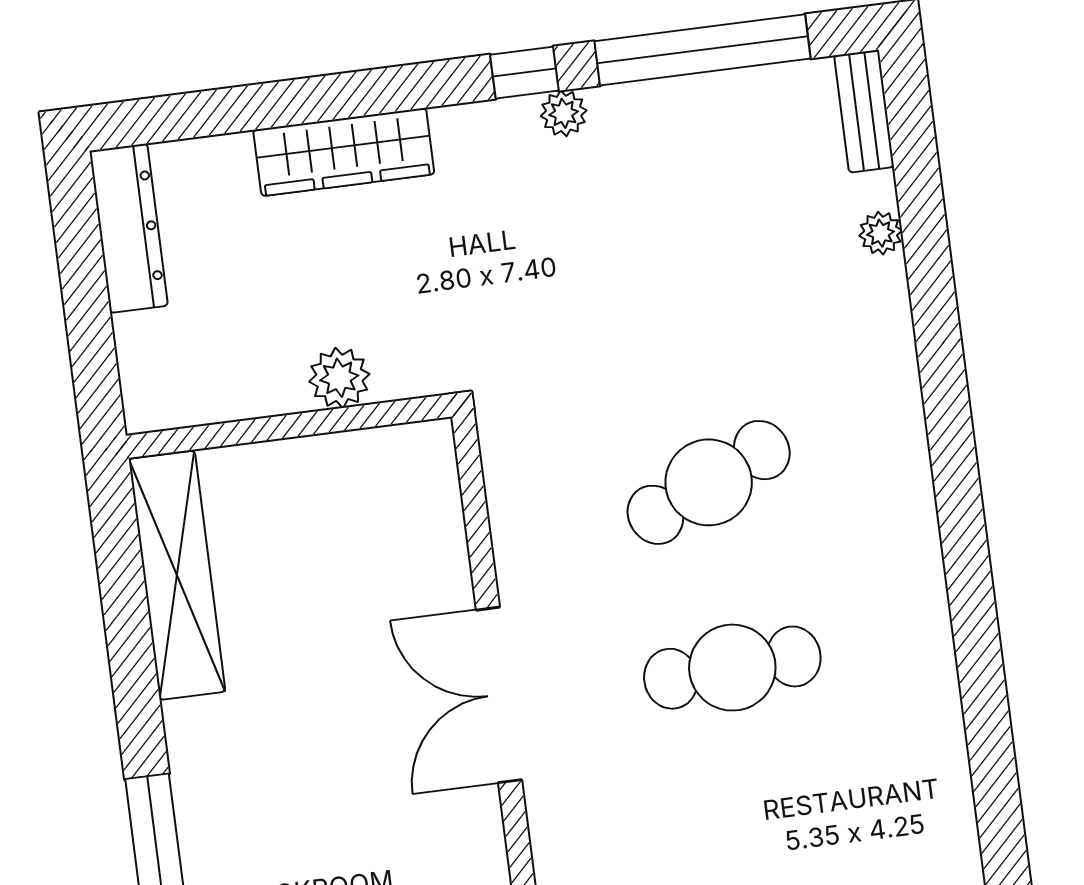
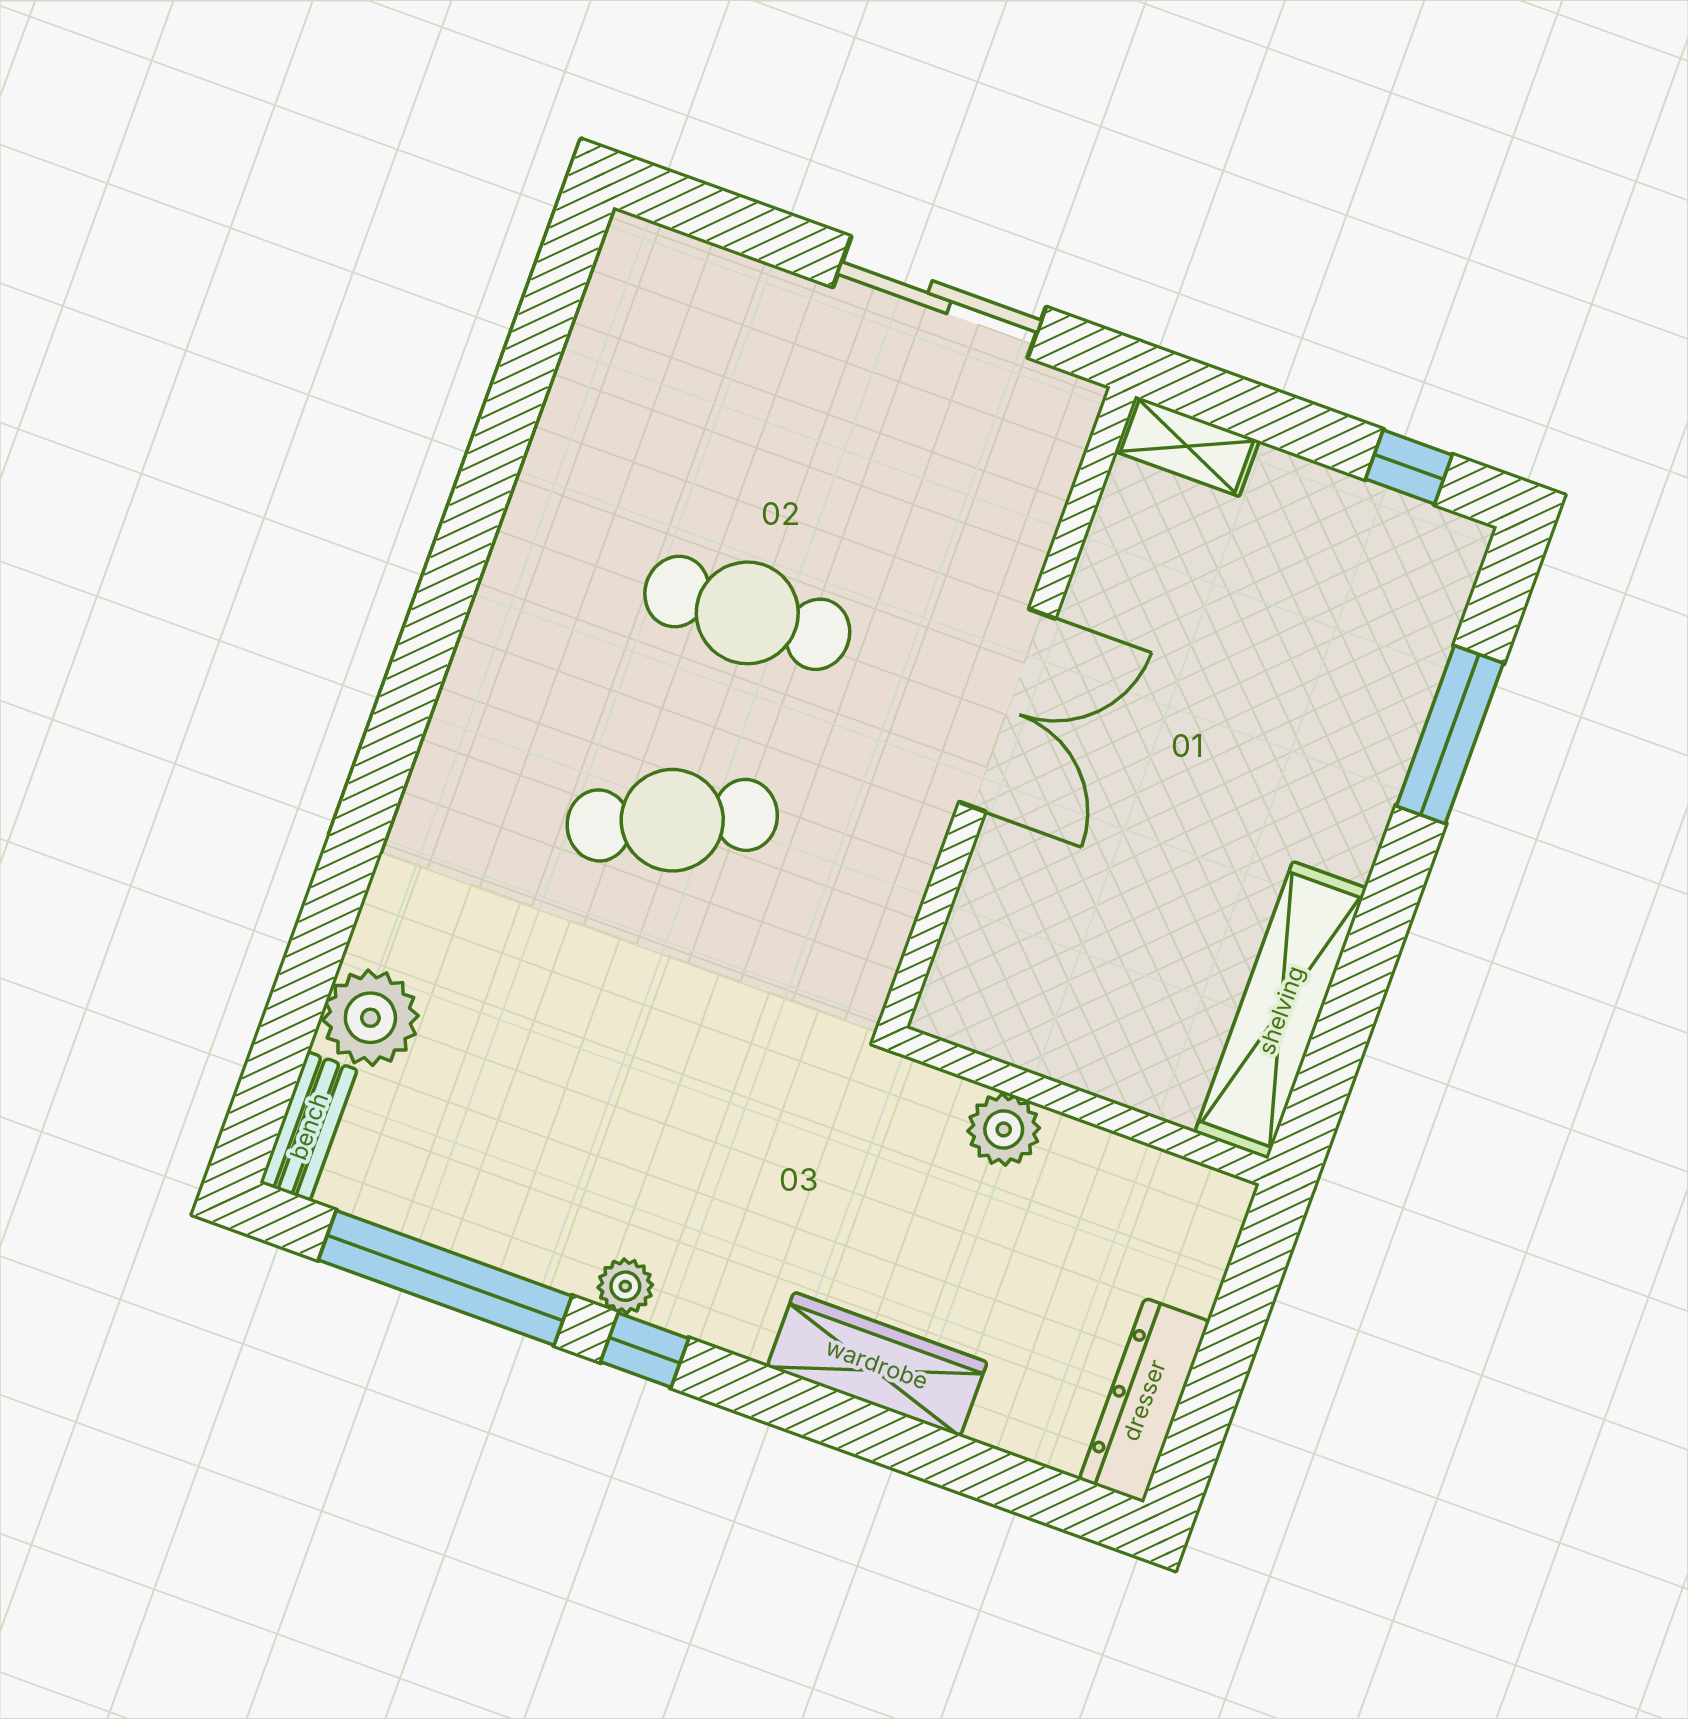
plant: (881, 233) -> (370, 1018), width x1.87, depth x1.87

